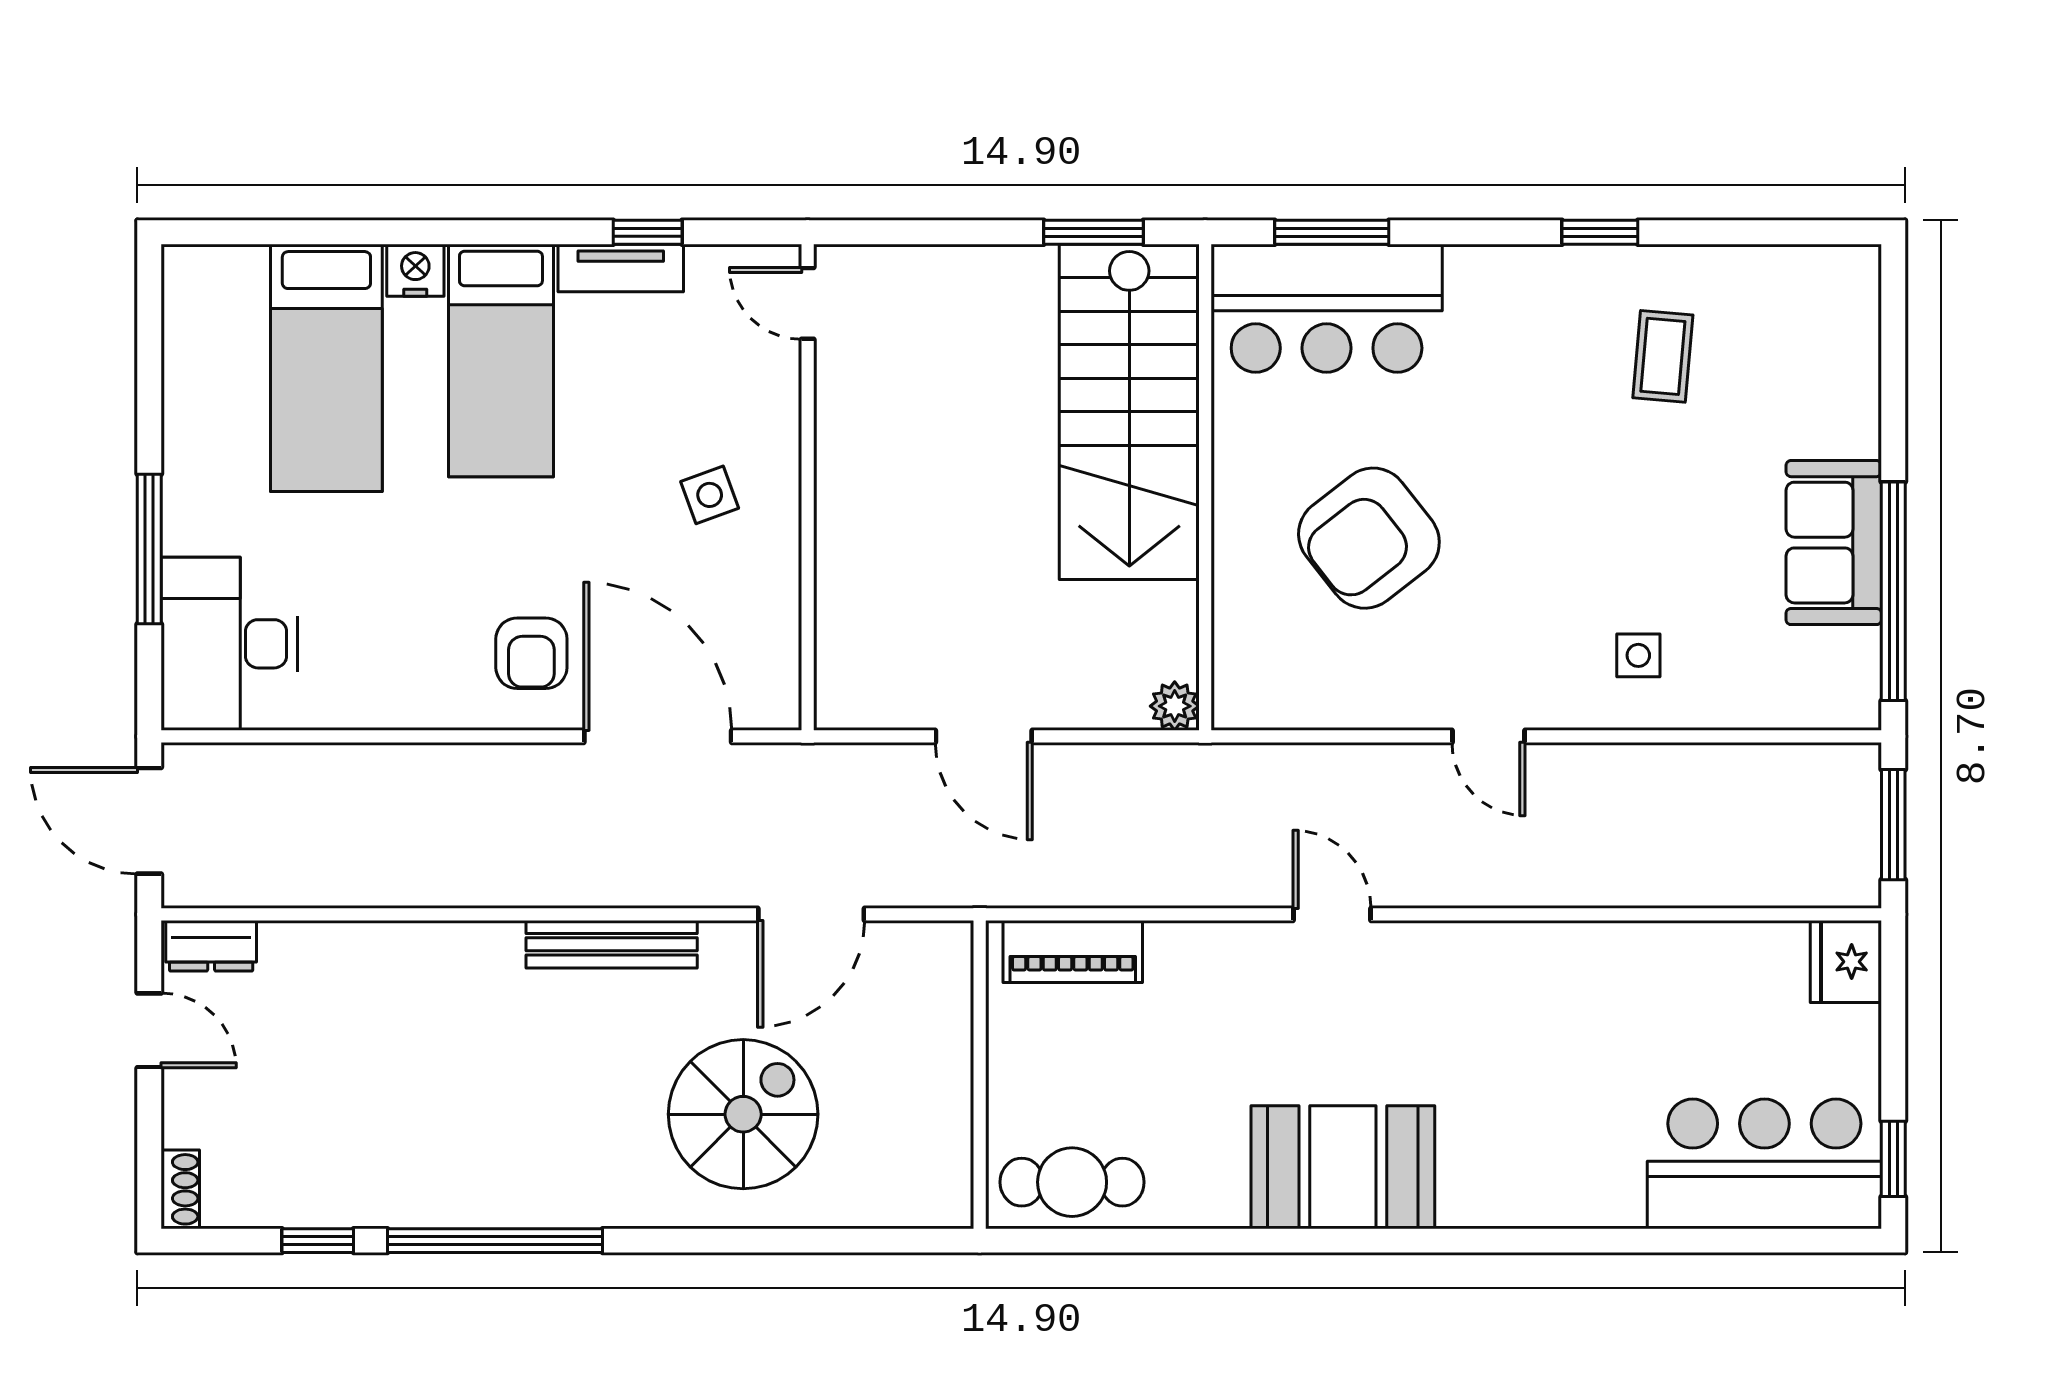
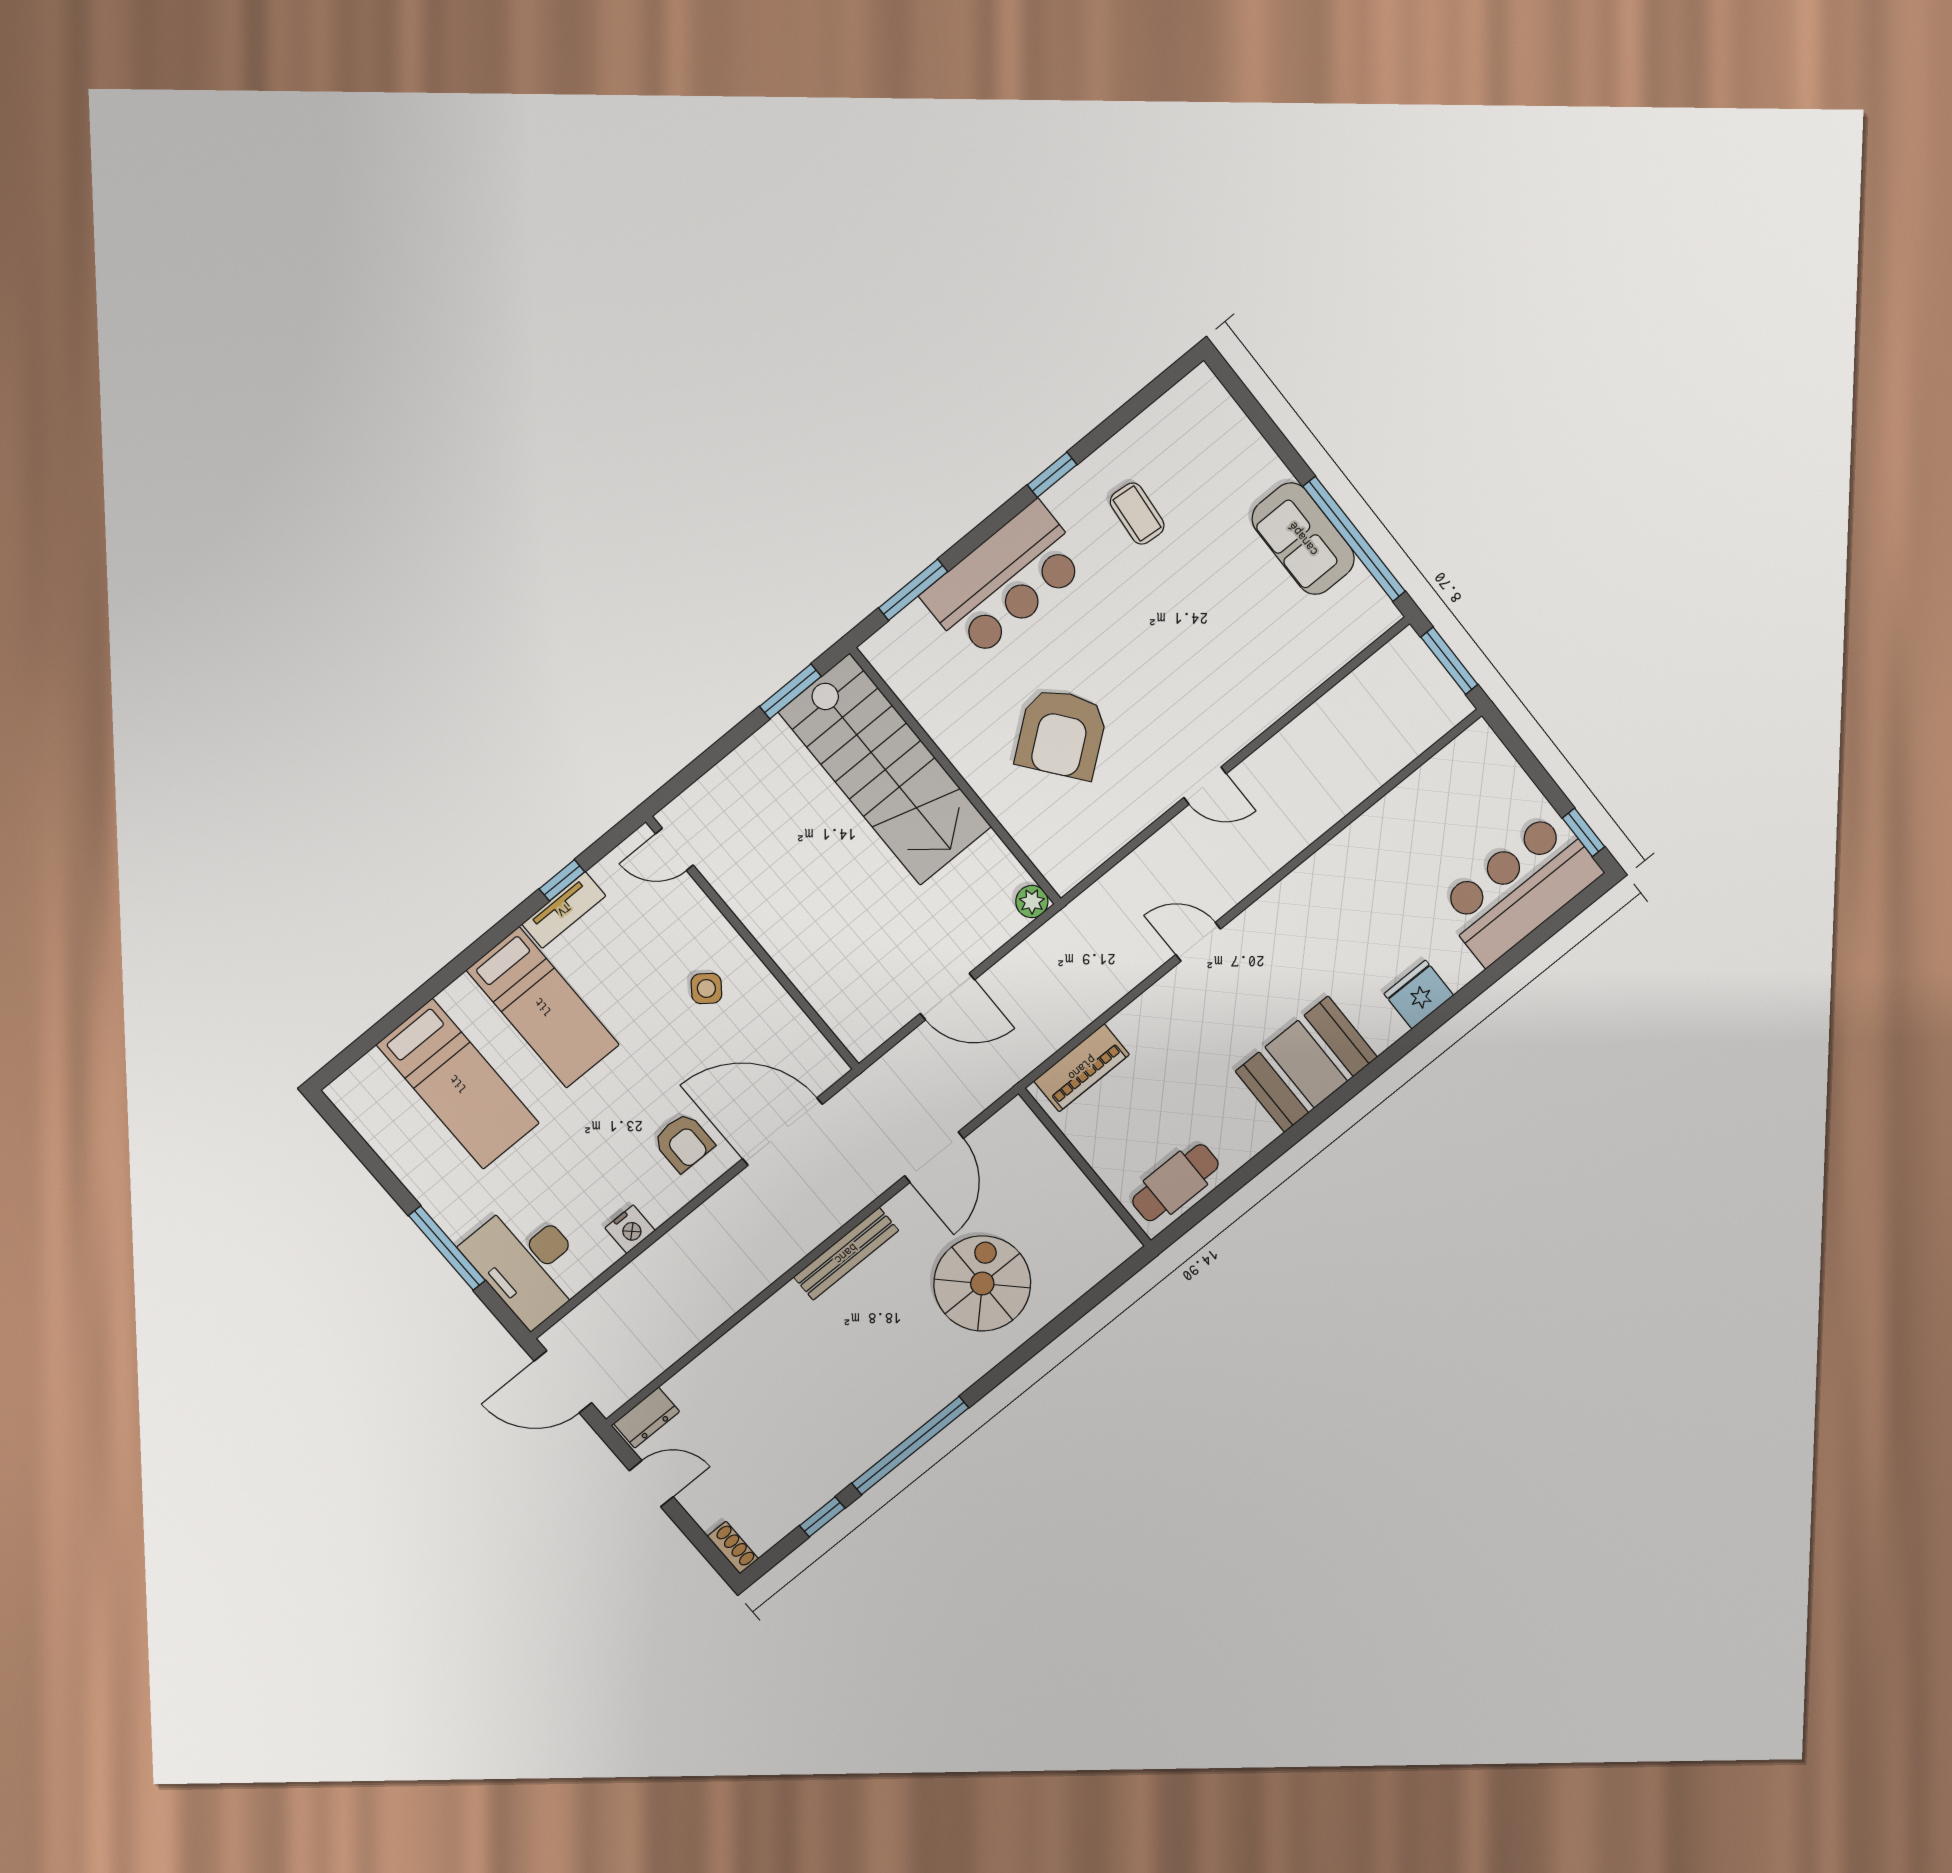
nightstand: (415, 270) -> (630, 1229), moved, turned 180
bar counter: (1327, 308) -> (1005, 581), moved
side table: (710, 495) -> (706, 988), turned -33
side table: (1638, 655) -> (1249, 681), removed
fridge: (1846, 962) -> (1419, 995), moved, turned 90

